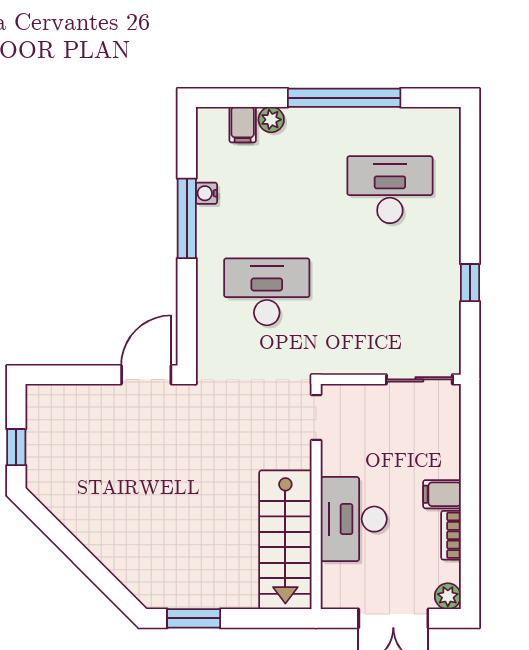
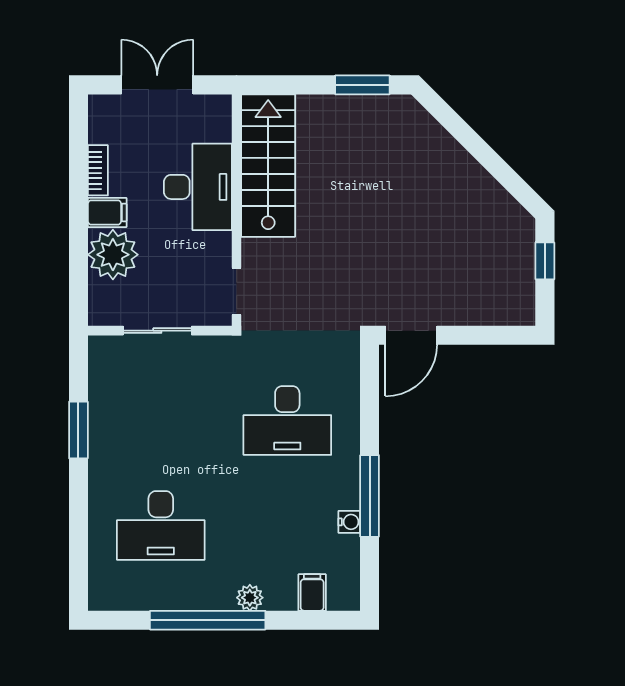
plant: (271, 120) -> (250, 598), moved
window: (470, 283) -> (78, 430), width x1.50
sliding door: (419, 379) -> (157, 331), moved
plant: (448, 596) -> (113, 255), moved, width x1.88, depth x1.88

